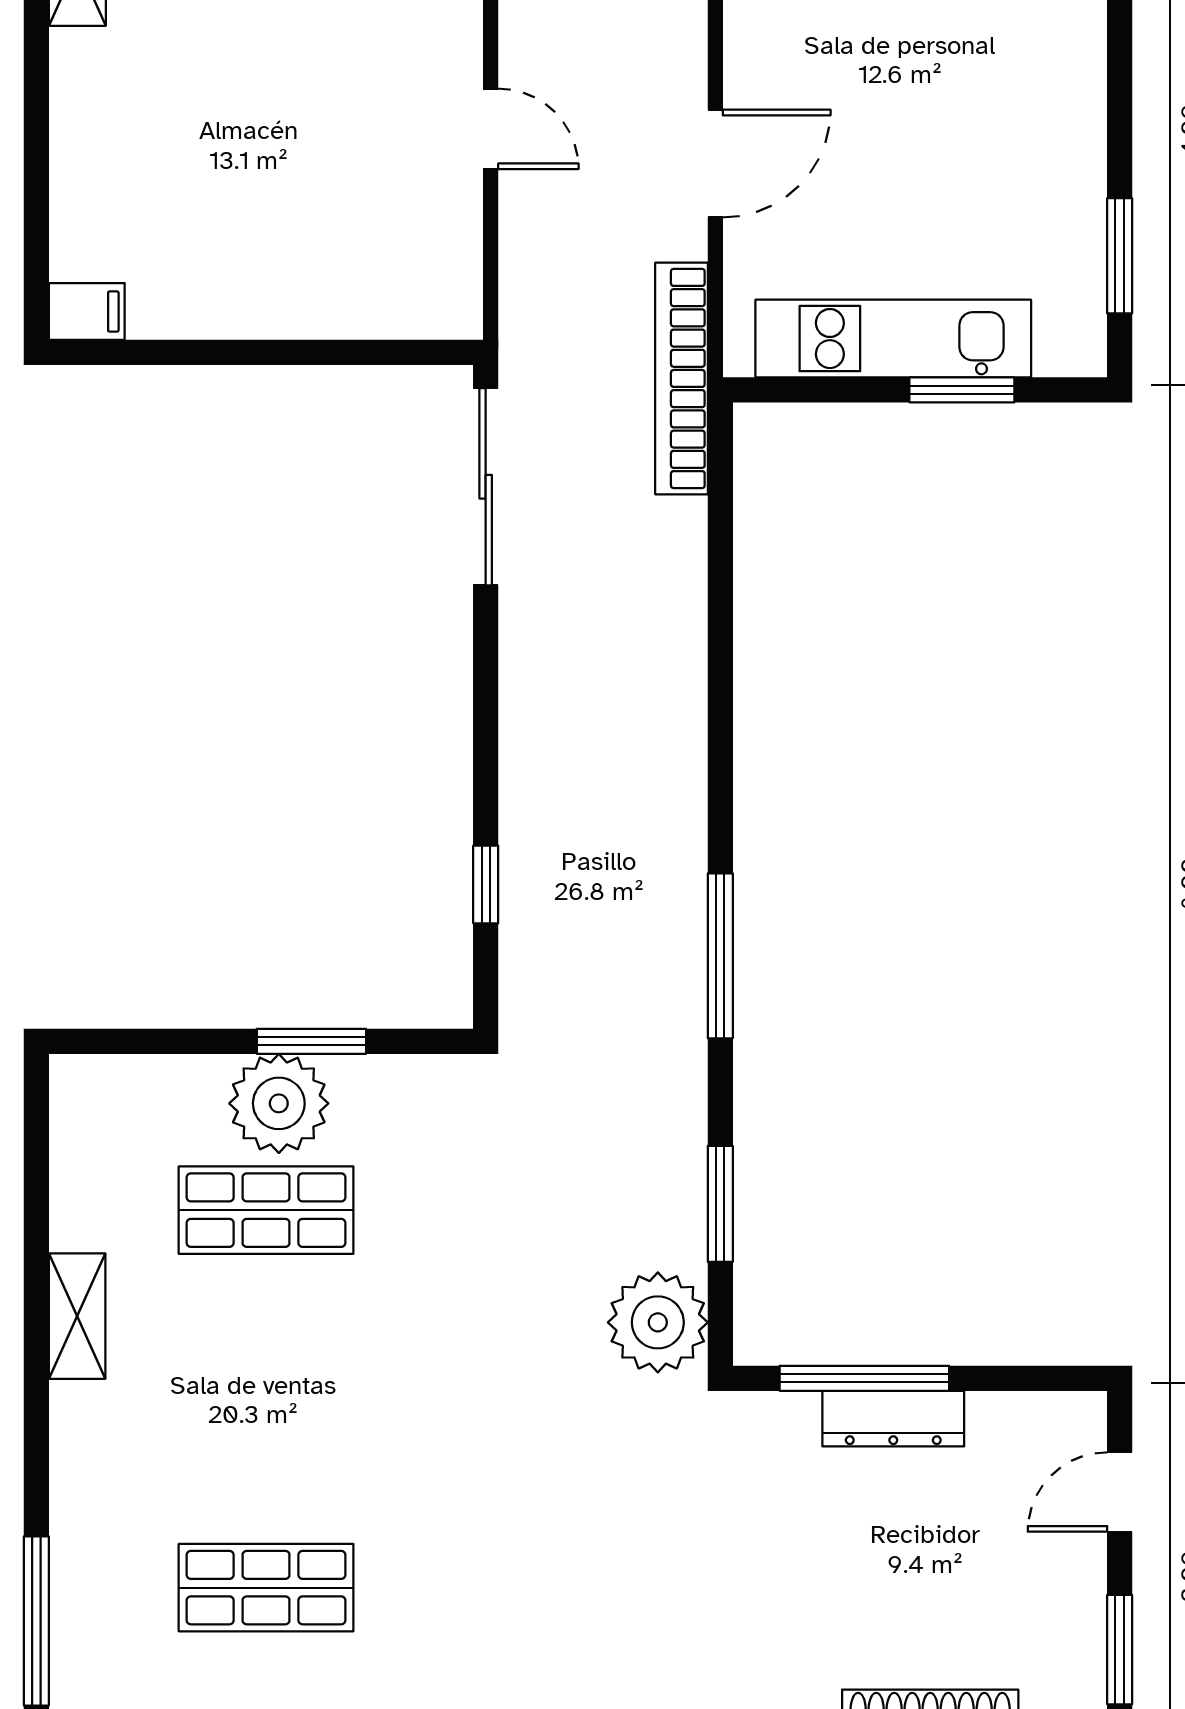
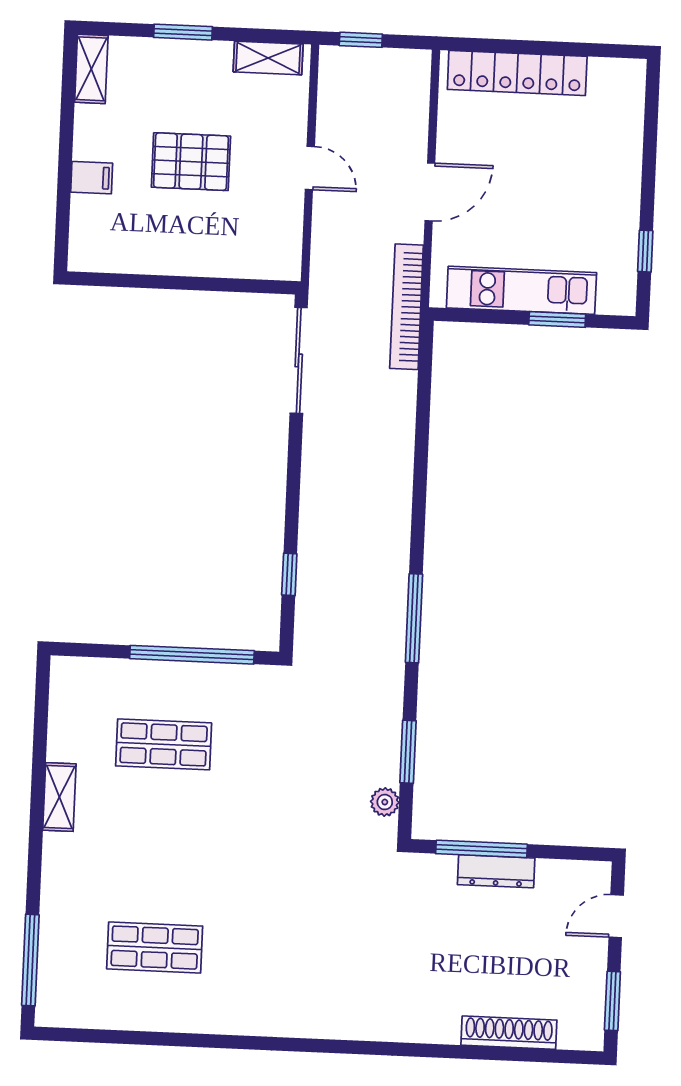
pallet: (270, 127) -> (191, 162), added
window: (1120, 256) -> (645, 251), width x0.67
filing cabinet: (87, 312) -> (92, 178), moved
window: (311, 1041) -> (192, 655), width x2.11
plant: (279, 1103) -> (173, 687), removed
plant: (658, 1322) -> (385, 802), width x0.53, depth x0.53

